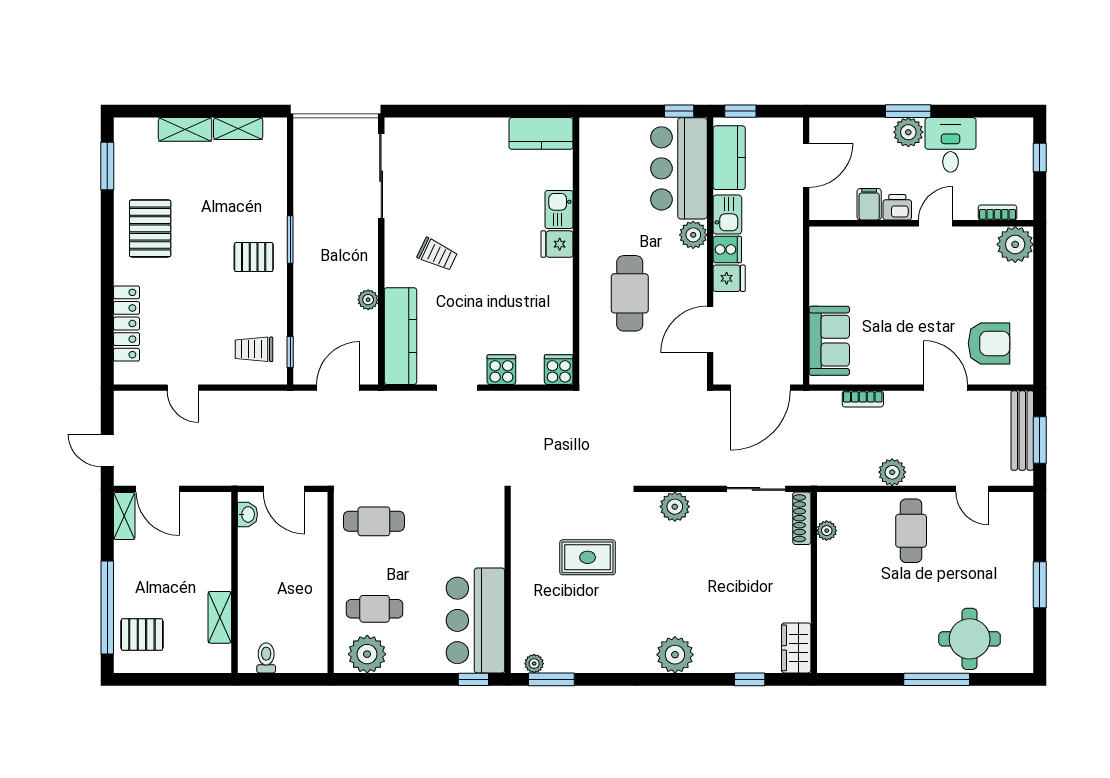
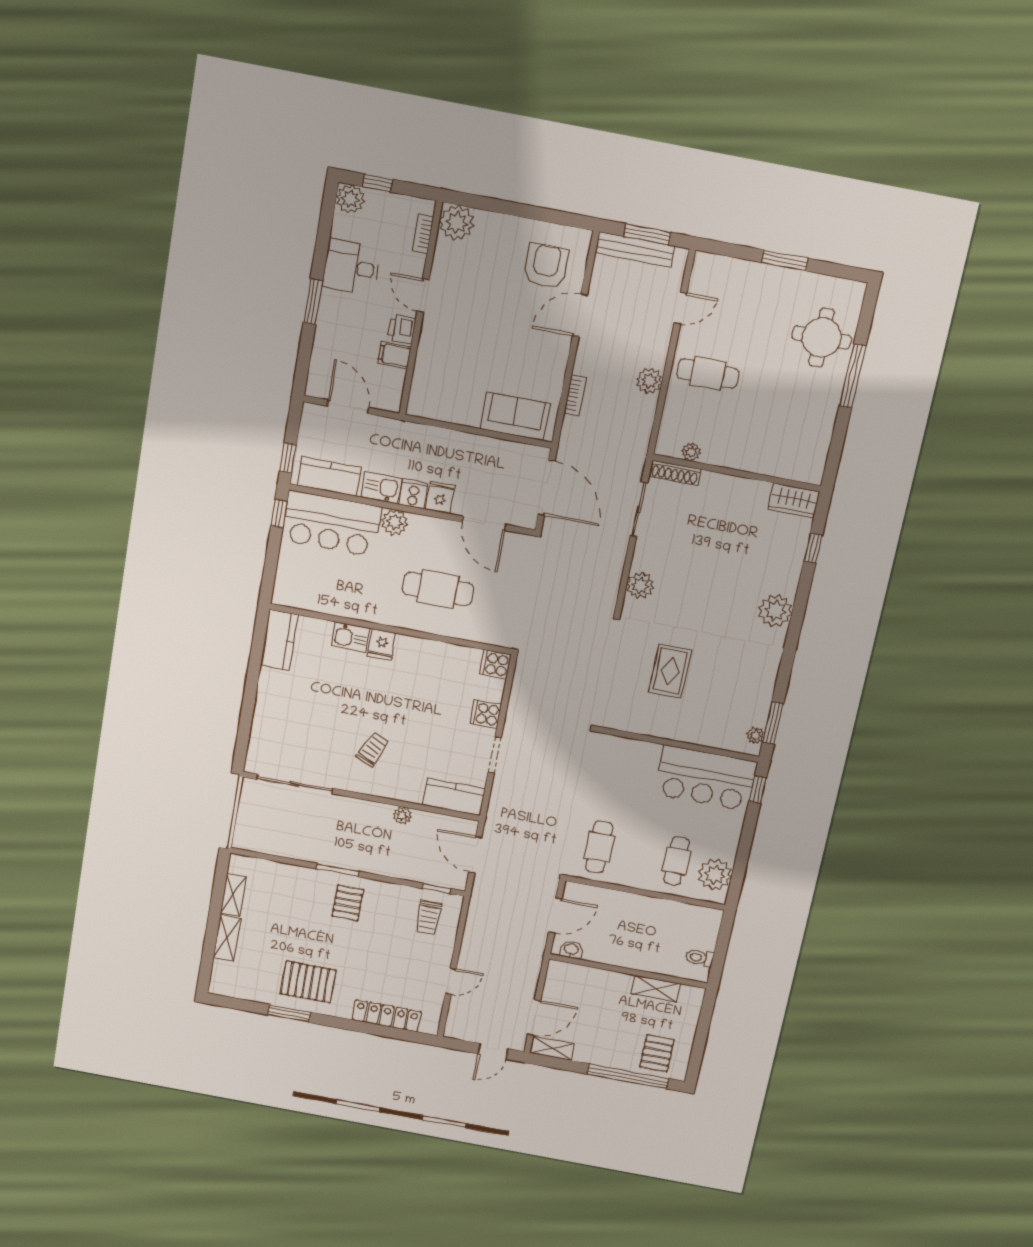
plant: (908, 132) -> (350, 199), moved
window: (107, 166) -> (289, 1014), moved
kitchen counter: (400, 336) -> (454, 797), width x0.67

